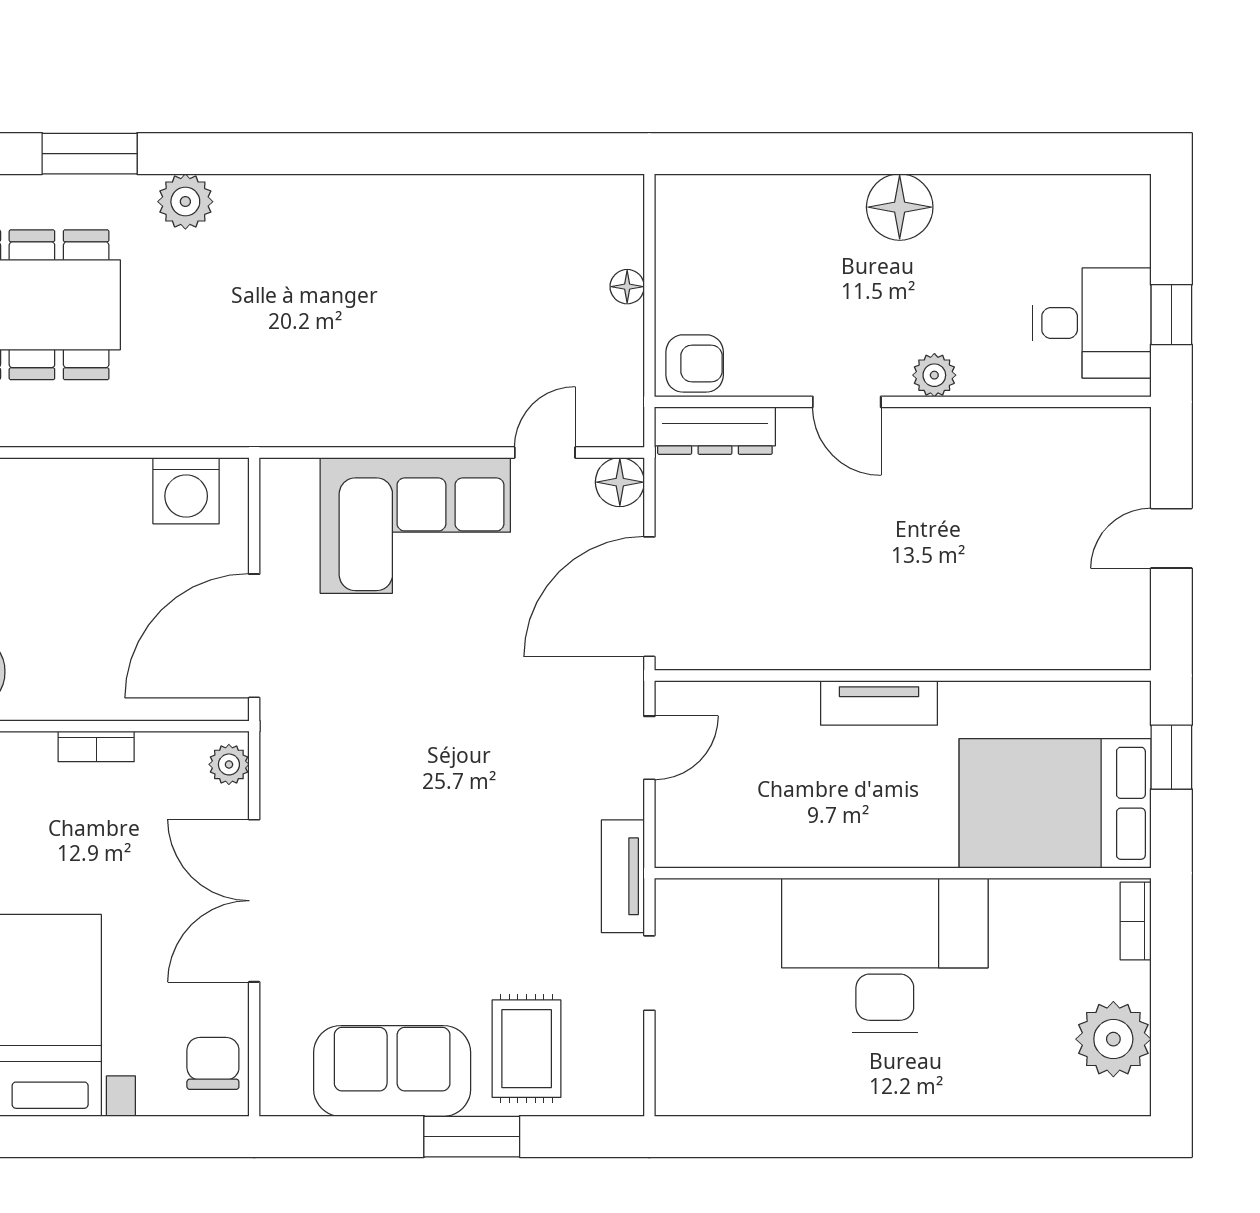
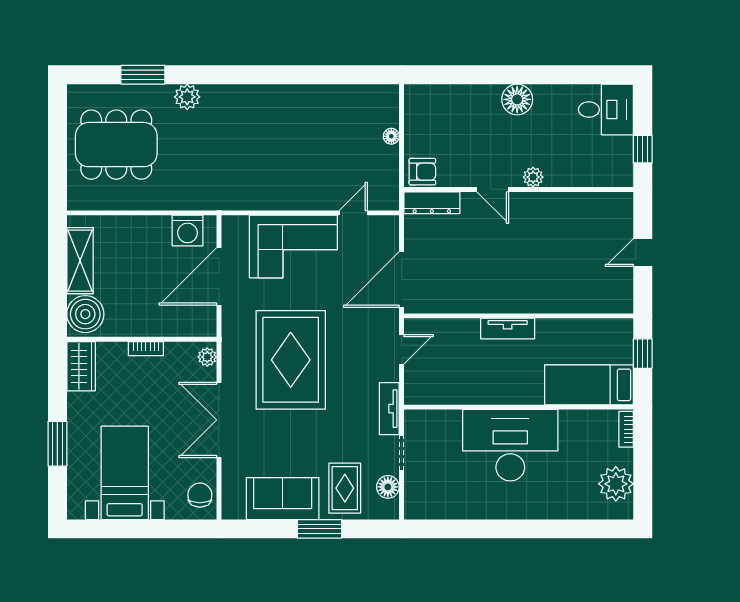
desk: (1092, 323) -> (606, 110), moved
floor lamp: (620, 482) -> (388, 487), moved
door: (254, 636) -> (219, 276), moved
rug: (409, 771) -> (291, 360), added
bed: (1055, 803) -> (589, 385), width x0.67

